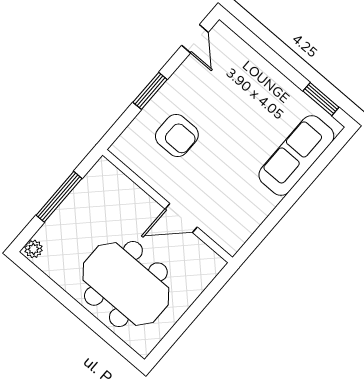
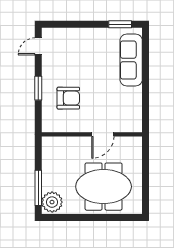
door: (195, 39) -> (38, 46), swing flipped
window: (59, 197) -> (38, 188), moved
plant: (33, 249) -> (52, 202), width x1.88, depth x1.88

